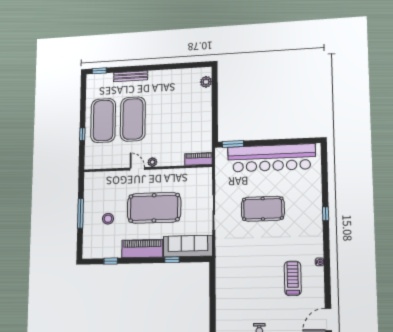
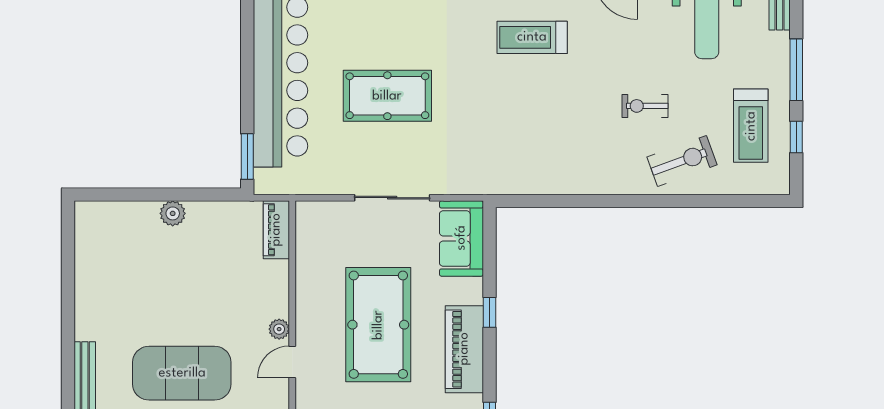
plant: (206, 82) -> (173, 213), moved
pool table: (263, 209) -> (387, 96), turned 90
sofa: (188, 246) -> (461, 238), width x0.73
window: (172, 260) -> (489, 312), moved

